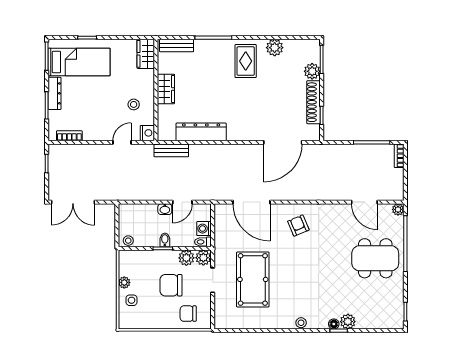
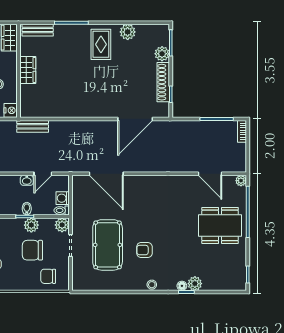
dresser: (201, 132) -> (60, 109), removed
armchair: (298, 226) -> (144, 250), moved, turned -67
plant: (186, 258) -> (31, 225), moved

